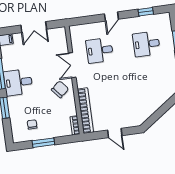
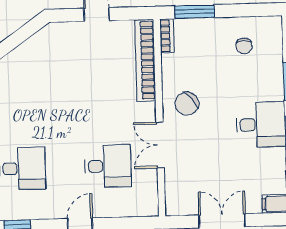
double door: (72, 65) -> (160, 145), swing flipped
window: (43, 143) -> (195, 12), moved

